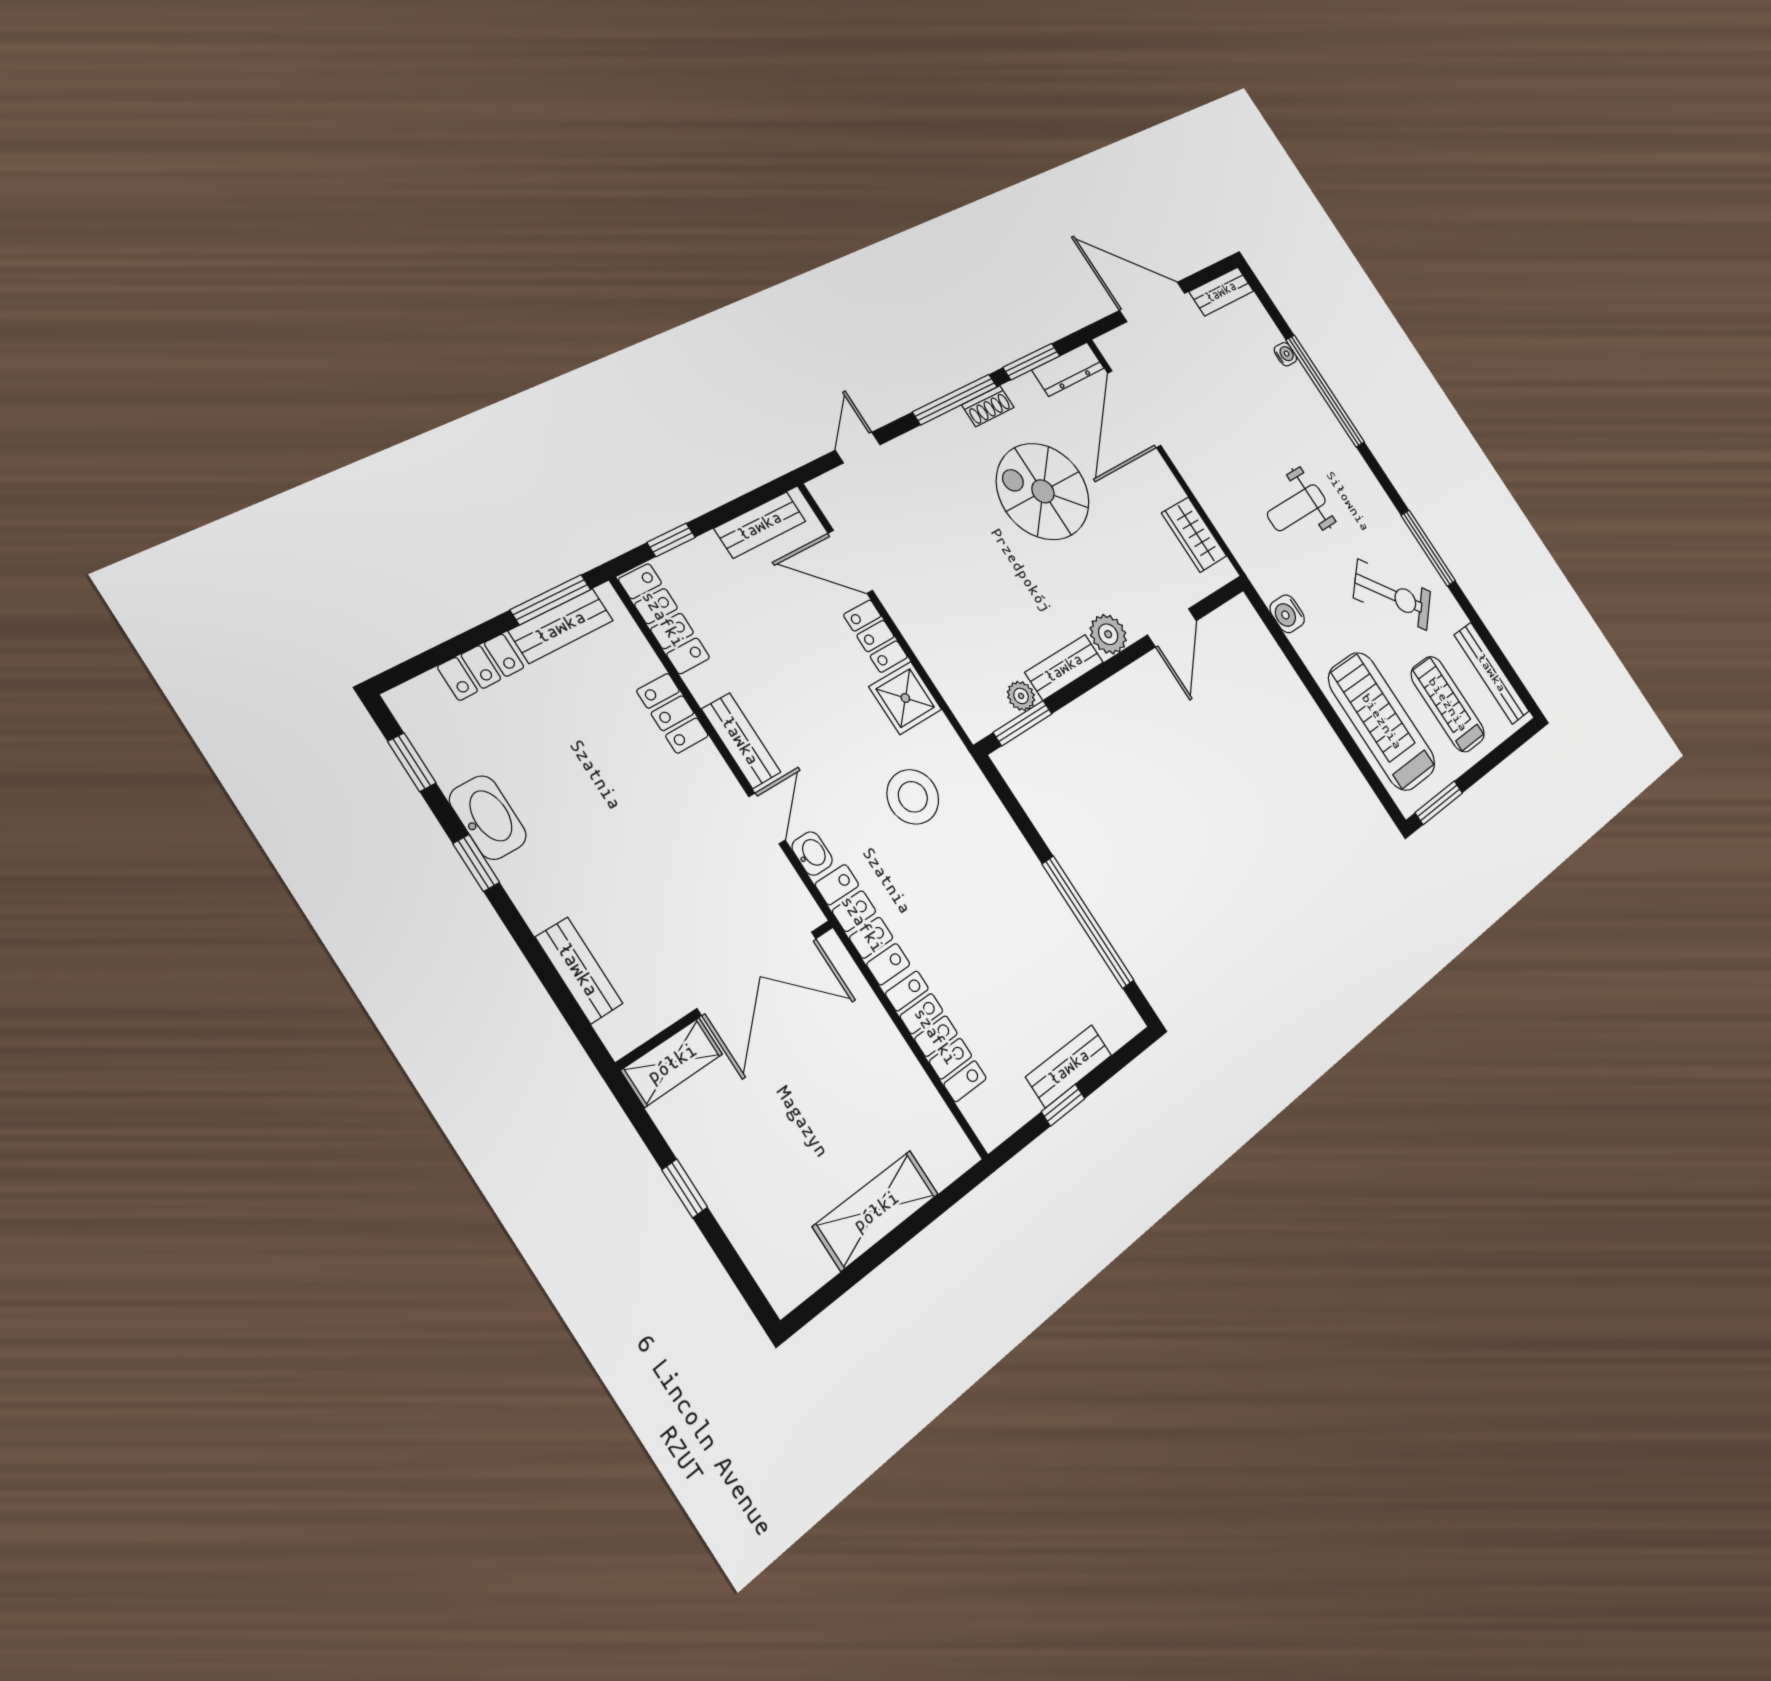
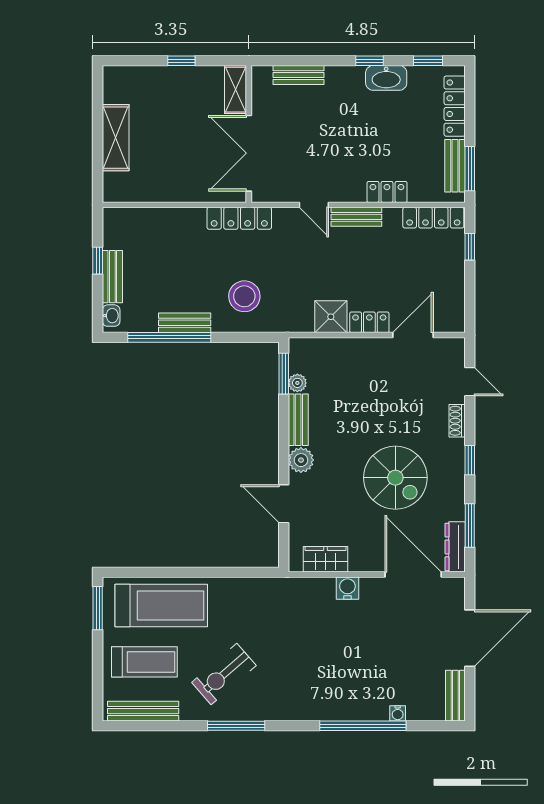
window: (955, 399) -> (470, 460), width x0.46
shoe rack: (988, 406) -> (457, 421), moved
spiral stairs: (1043, 491) -> (395, 478), turned 90
weight bench: (1297, 508) -> (306, 645), removed
bench: (760, 525) -> (185, 323), moved, turned 90
water cooler: (1287, 614) -> (347, 588), moved
locker: (481, 667) -> (455, 106), width x1.53
stool: (913, 797) -> (244, 296), moved
washbasin: (812, 854) -> (111, 316), moved, turned -90
locker: (936, 1036) -> (168, 219), removed

